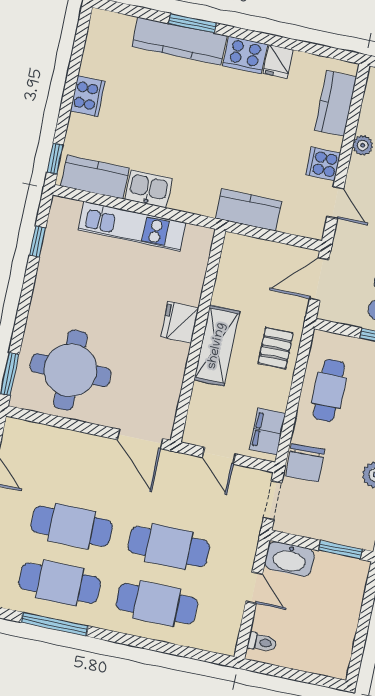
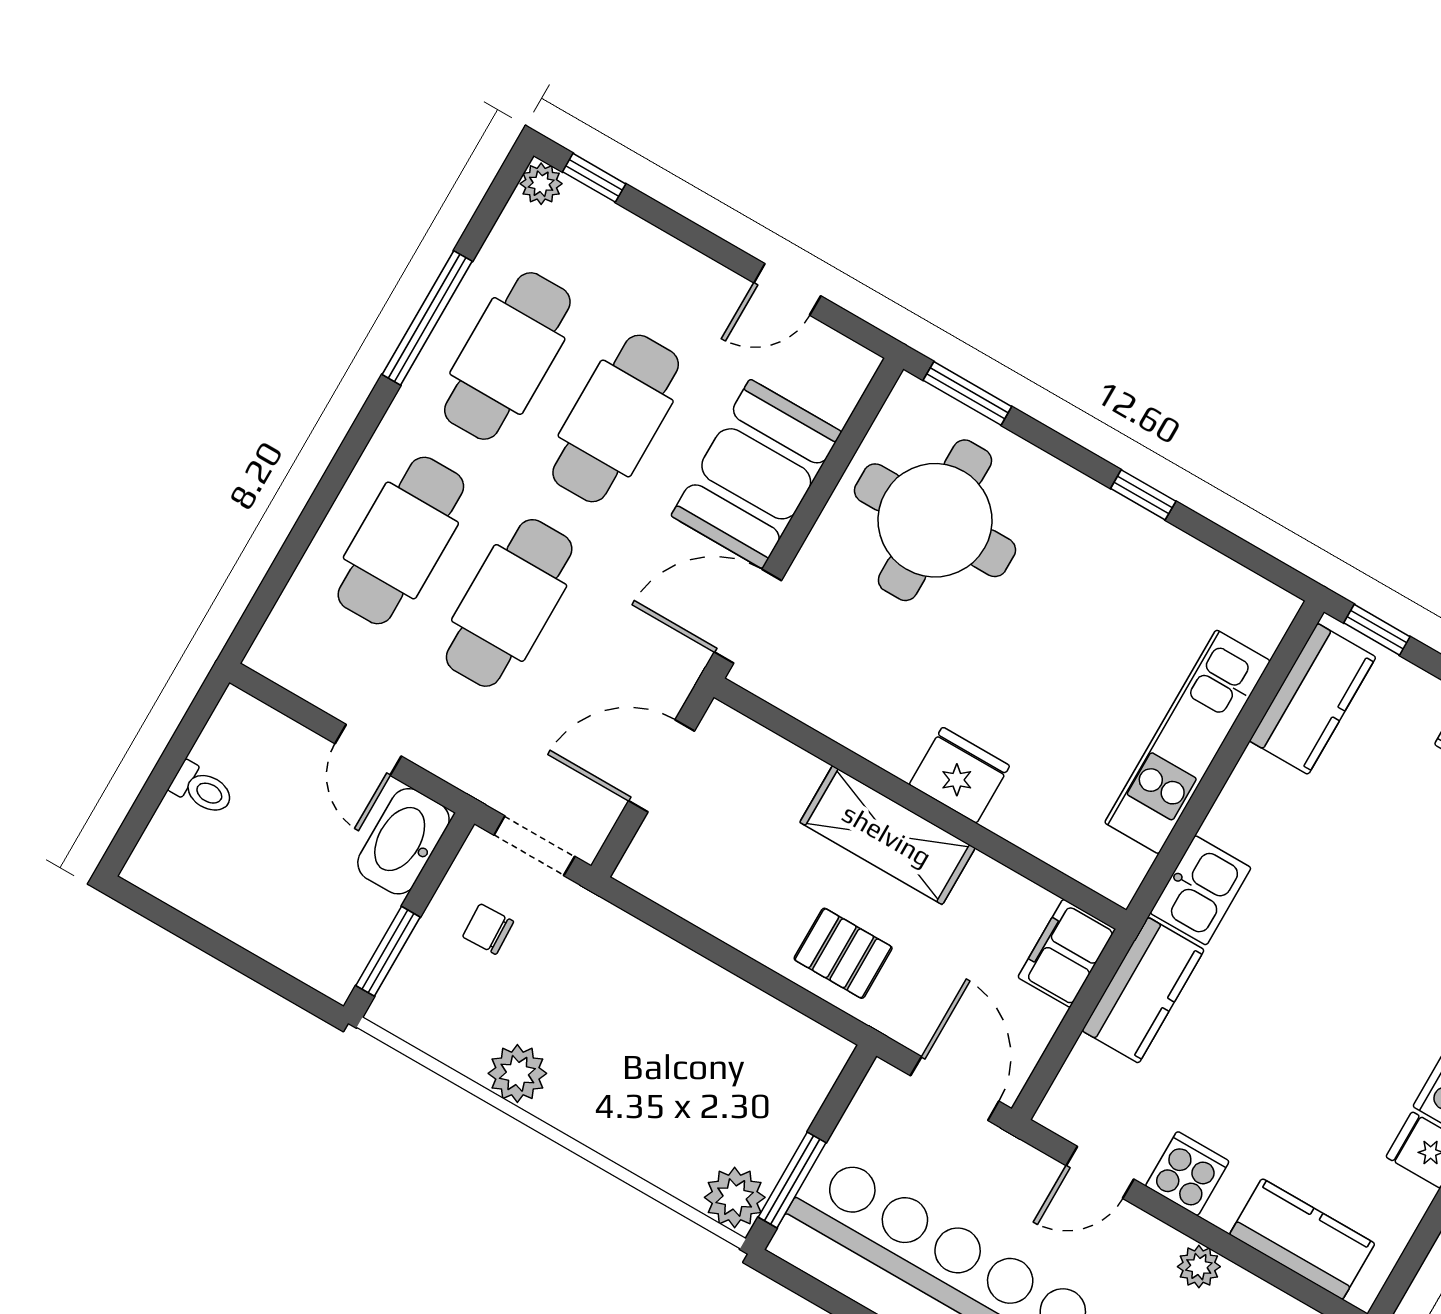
kitchen sink: (148, 189) -> (1201, 890), moved
window: (38, 241) -> (1143, 495), moved
cafe table: (329, 390) -> (721, 1034), removed
filing cabinet: (268, 431) -> (1067, 953), moved, turned -90
booth: (76, 456) -> (756, 474), added
door: (219, 456) -> (661, 766), width x1.38
chair: (305, 463) -> (488, 929), moved, width x0.54, depth x0.54
door: (254, 588) -> (368, 750), hinge flipped
toilet: (262, 642) -> (202, 789), moved, turned -90

